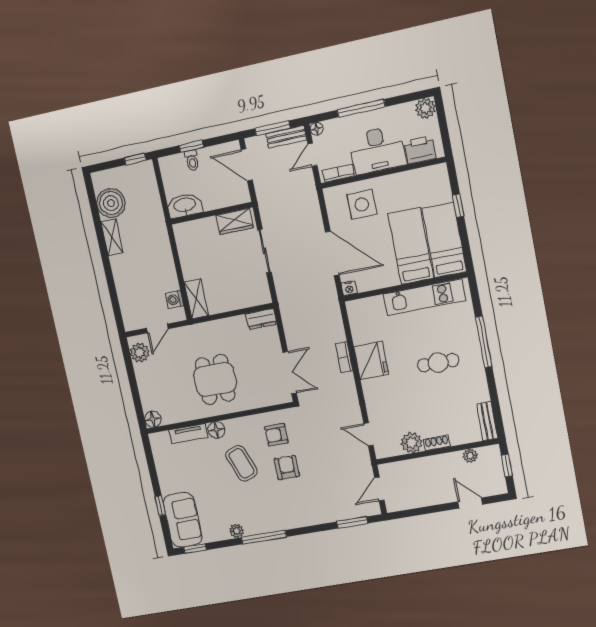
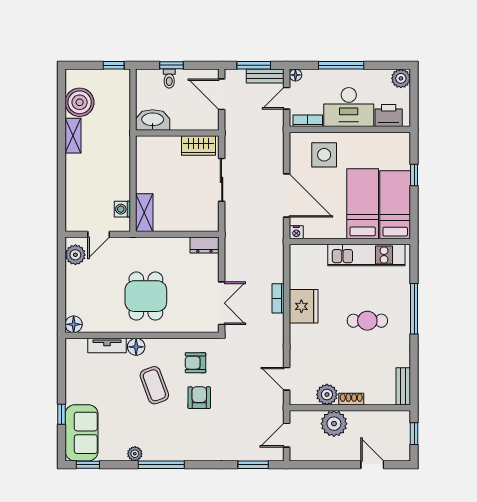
plant: (470, 456) -> (334, 424), moved, width x1.88, depth x1.88

